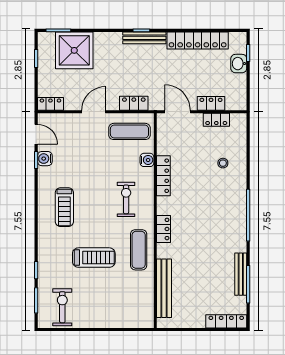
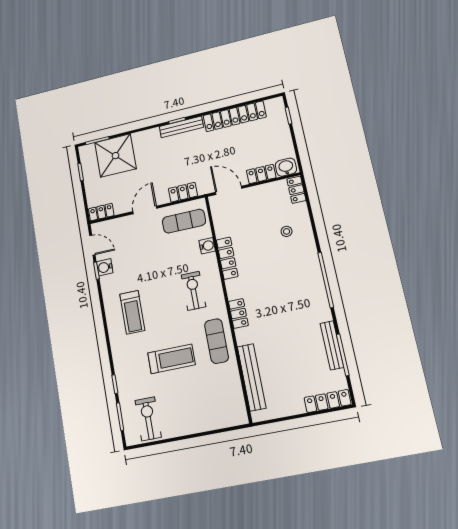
washbasin: (239, 64) -> (286, 167), moved, turned 90
locker: (216, 120) -> (296, 190), moved, turned 90

